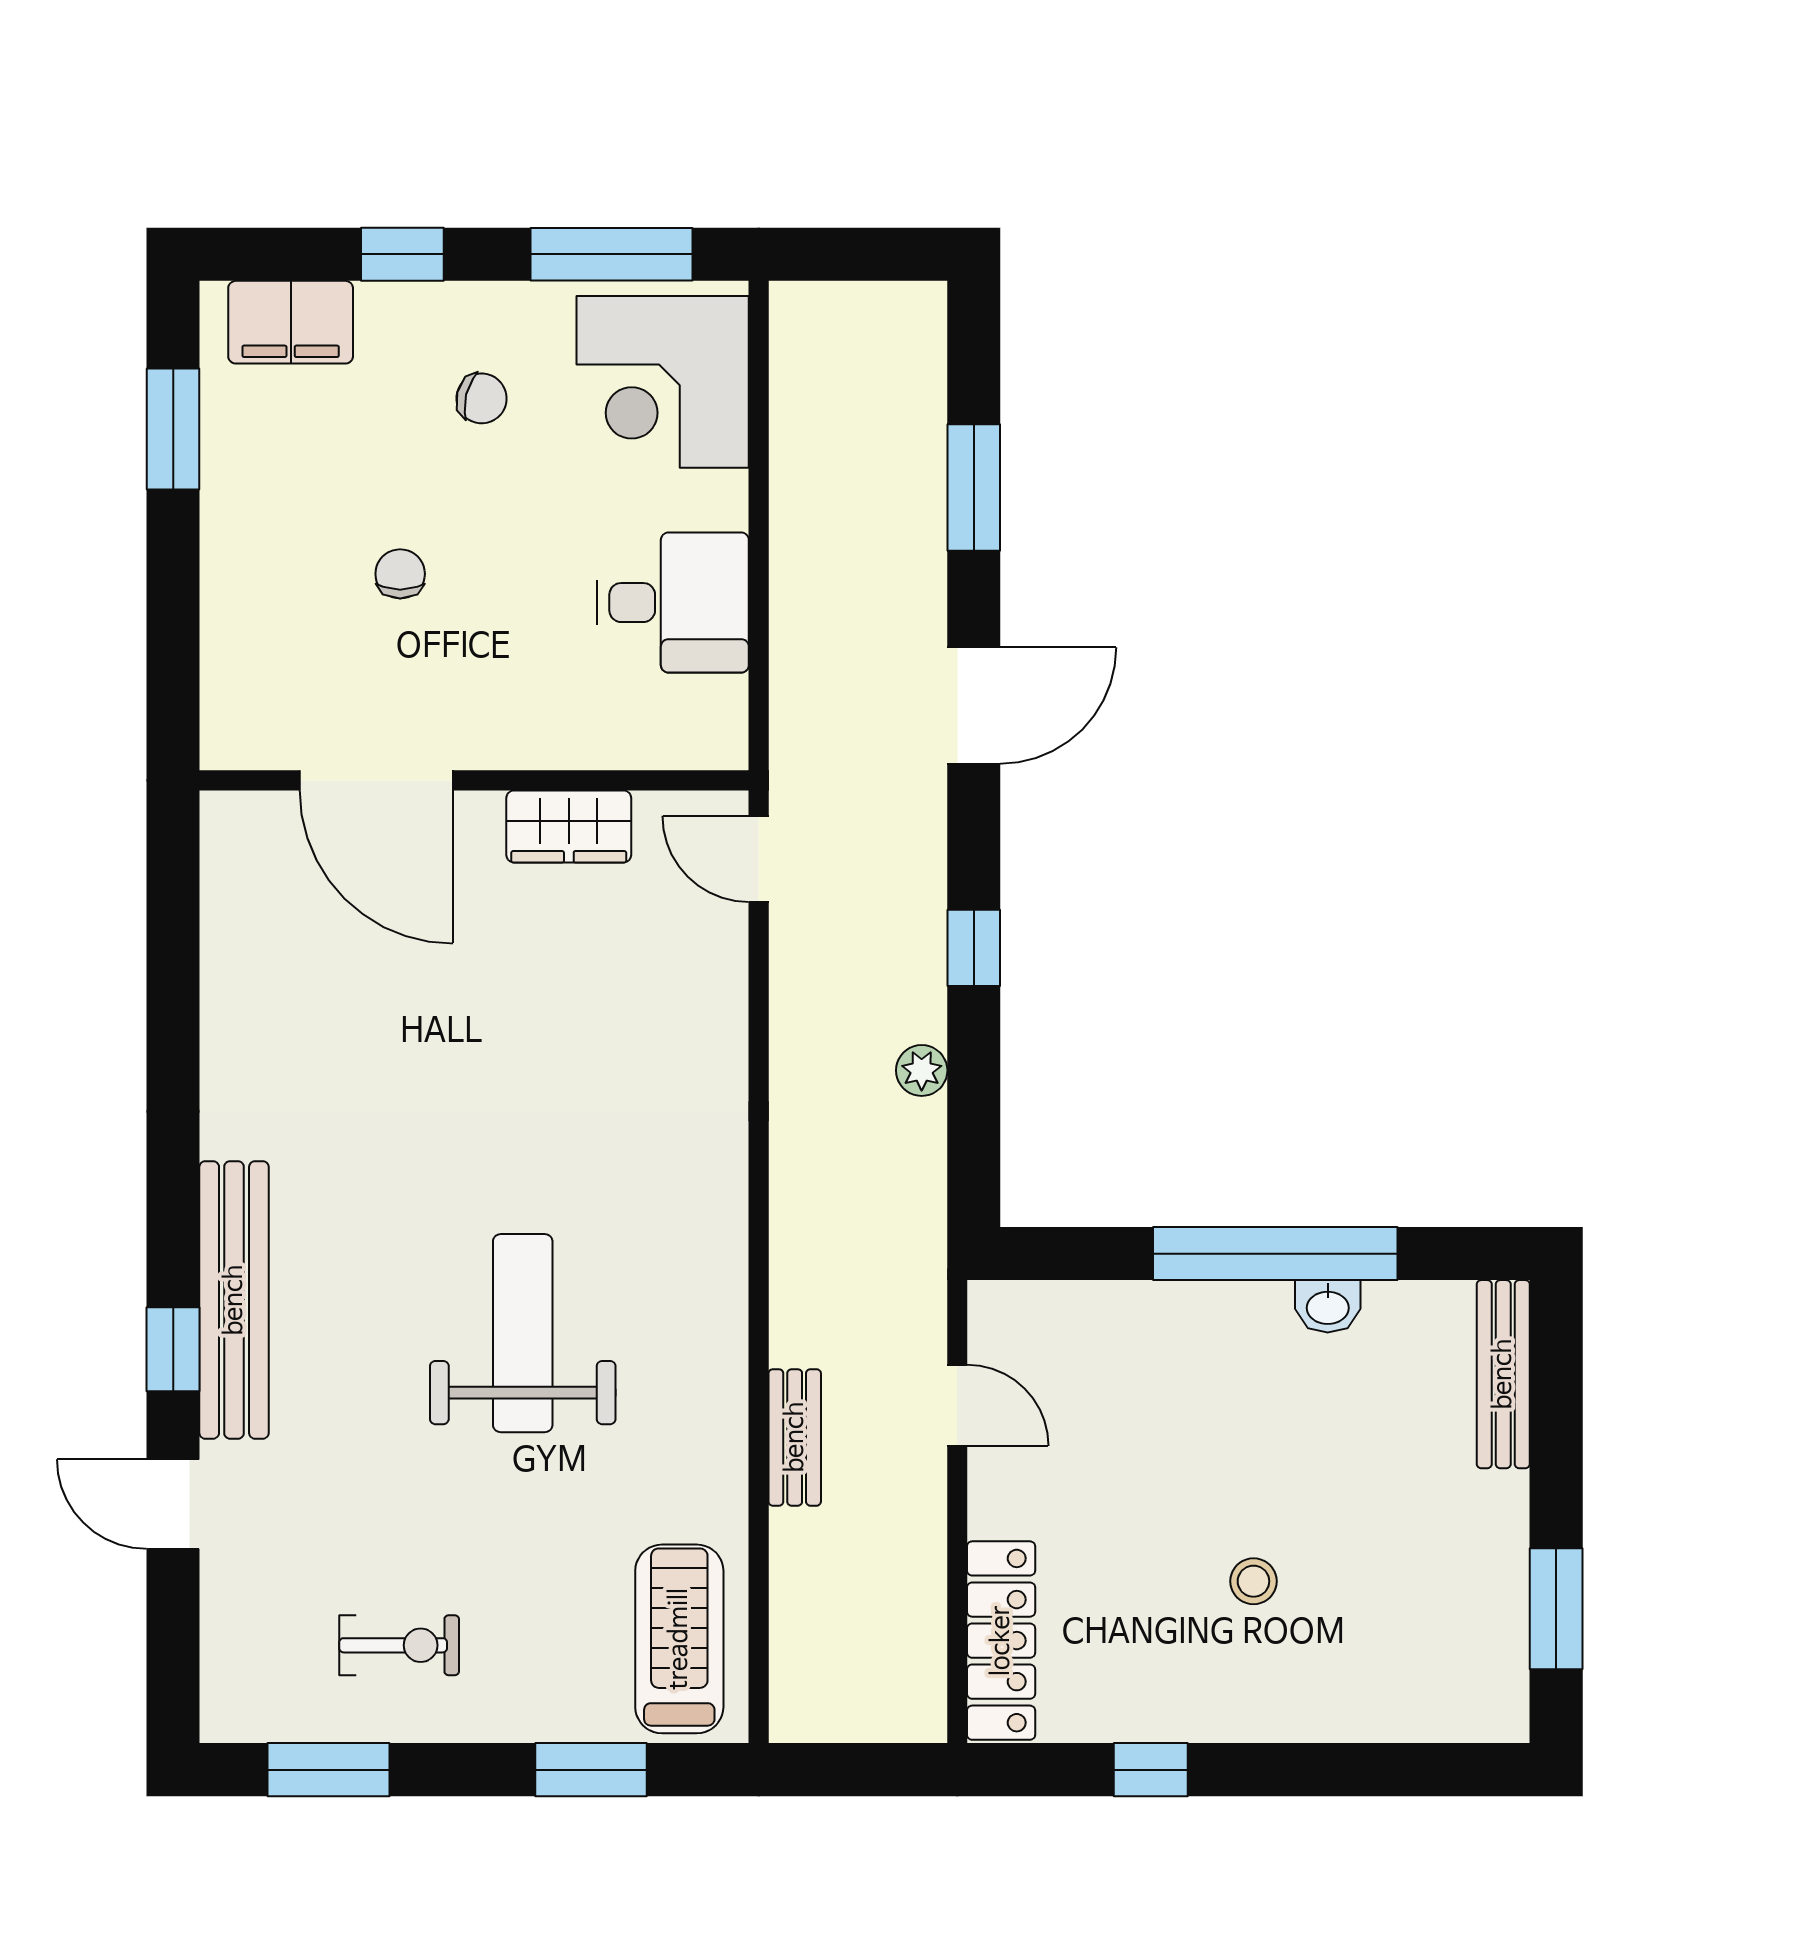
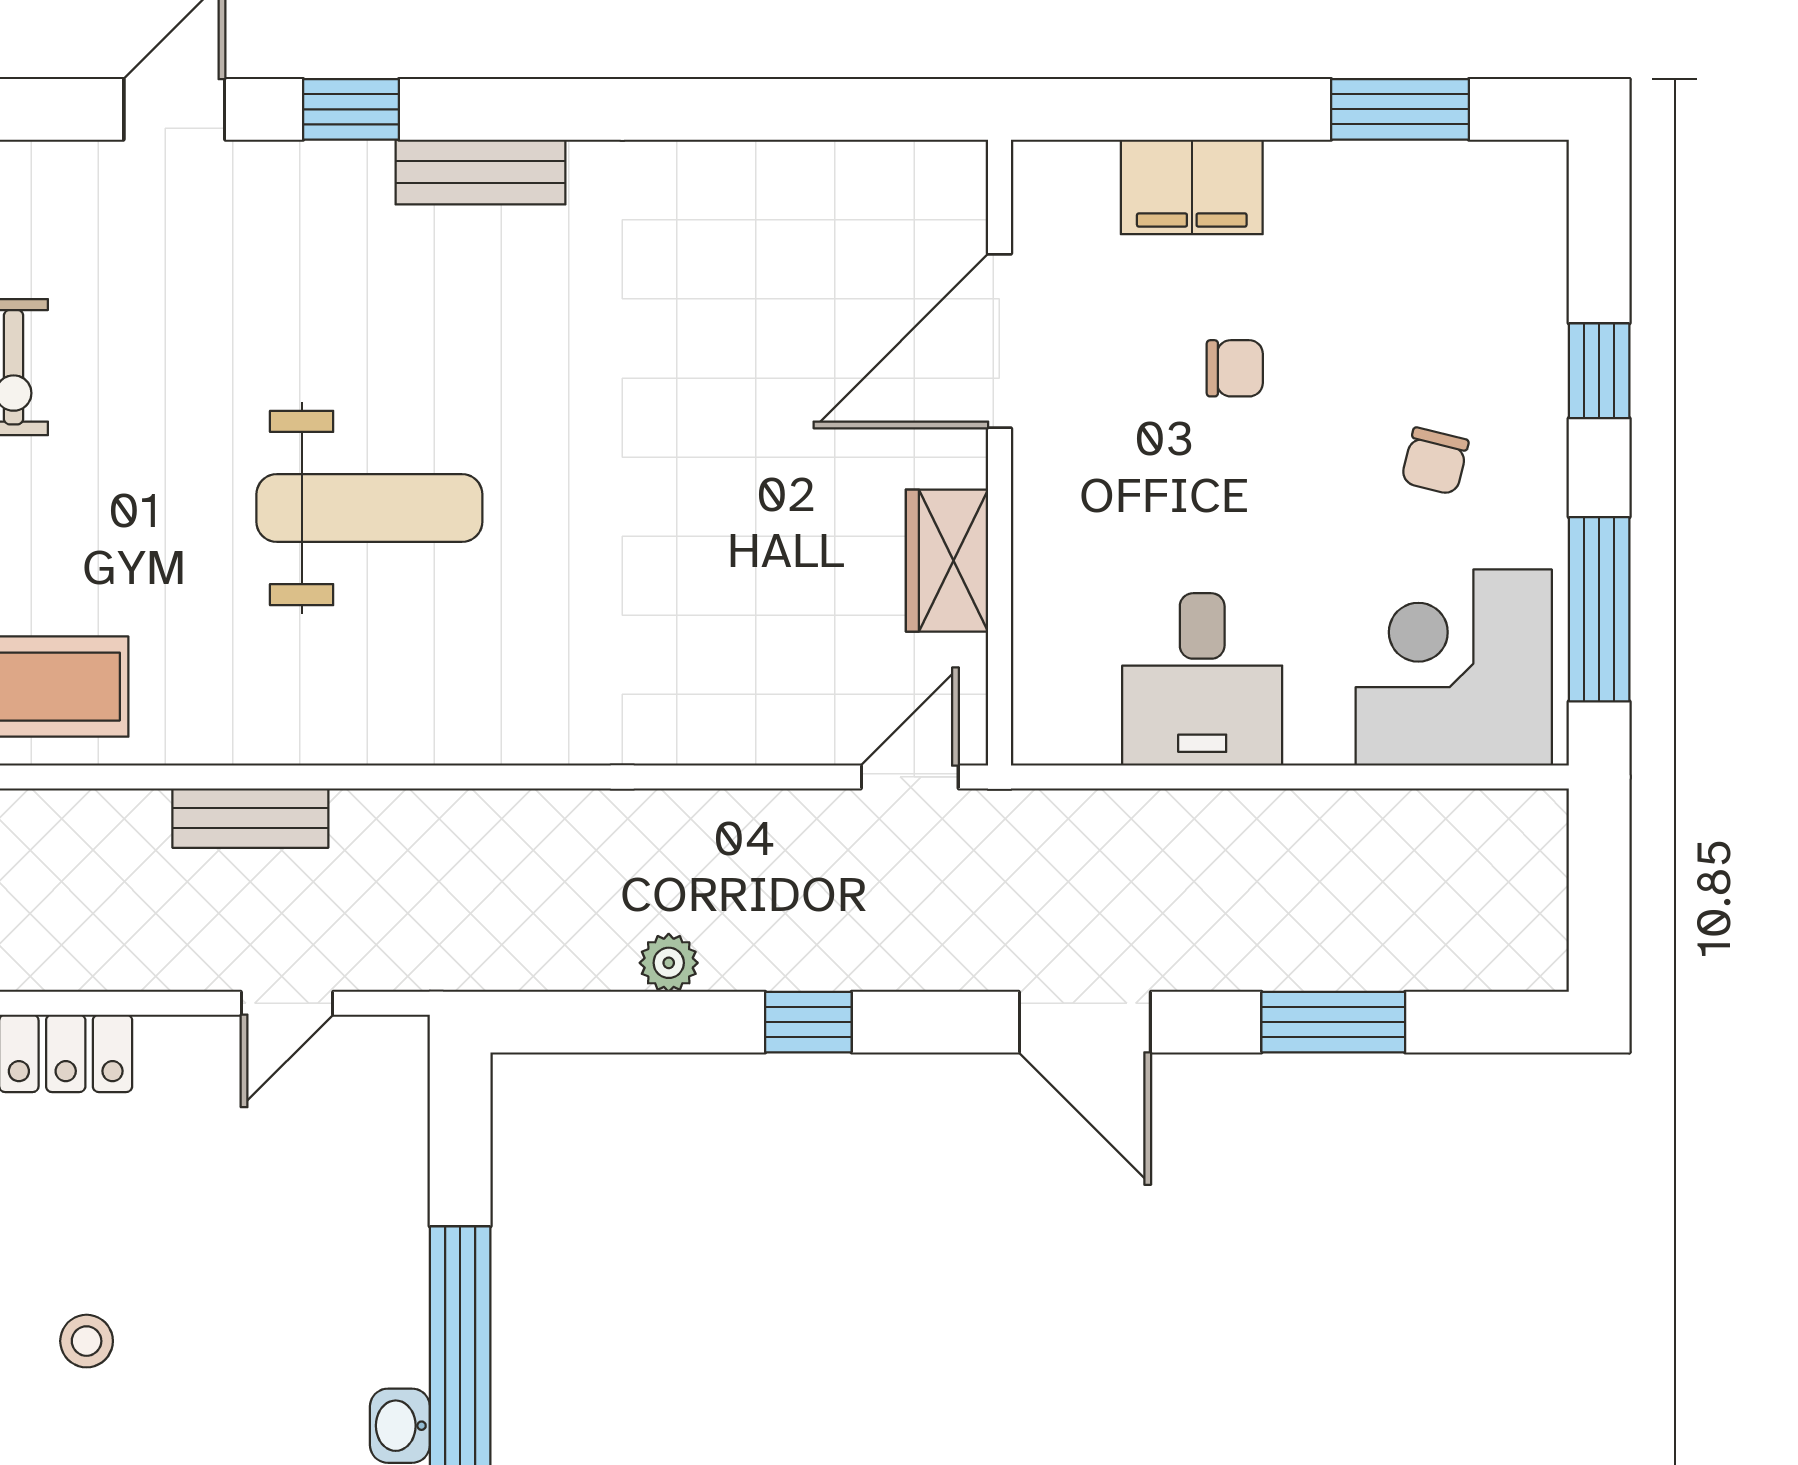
filing cabinet: (291, 322) -> (1192, 187), moved, turned -90
bench: (234, 1300) -> (481, 172), width x0.54, depth x0.82

